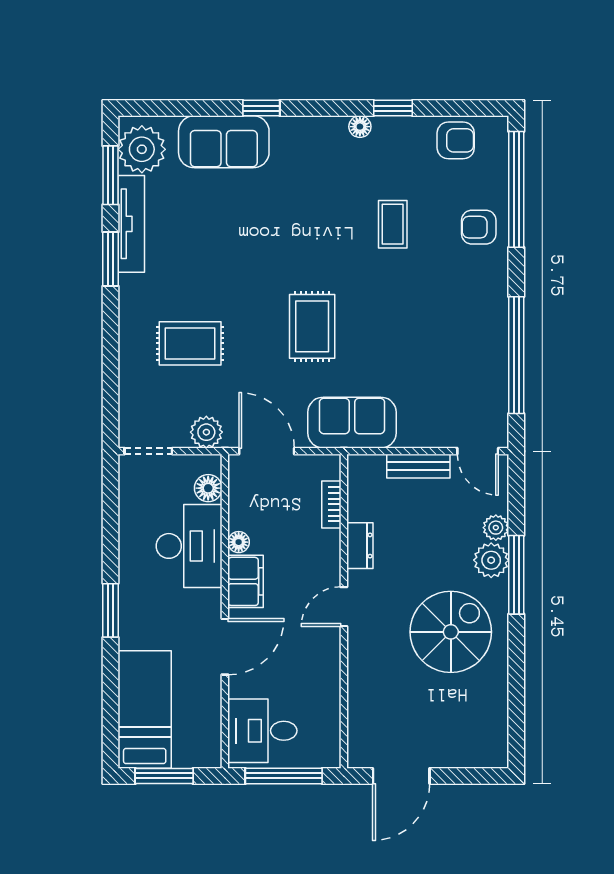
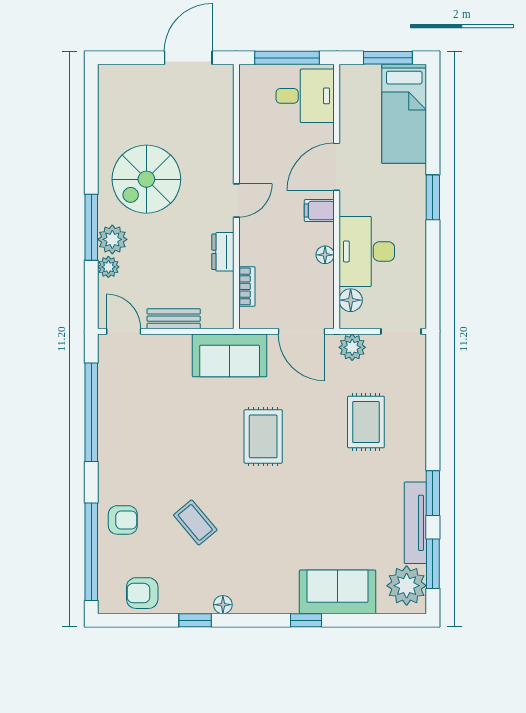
coffee table: (393, 224) -> (195, 522), turned -40
rug: (190, 343) -> (366, 422), turned 90
filing cabinet: (246, 581) -> (319, 211), width x0.50

